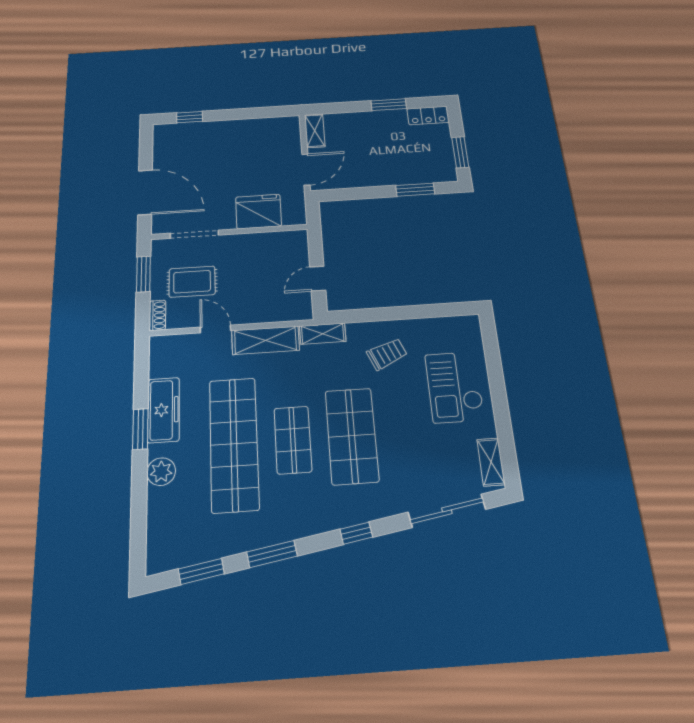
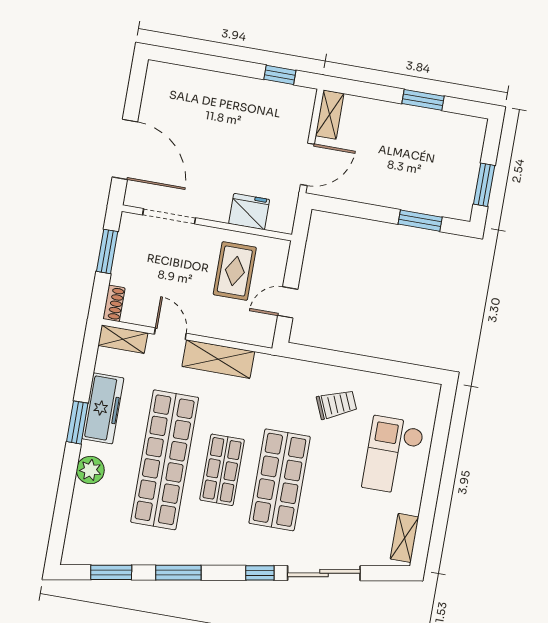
locker: (428, 116) -> (463, 126), removed
window: (190, 117) -> (280, 75), moved
fridge: (258, 211) -> (249, 212), width x0.73, depth x0.75
rug: (192, 282) -> (235, 271), moved, turned 90
shelving: (323, 334) -> (123, 339), moved
sliding door: (447, 511) -> (324, 573), moved

